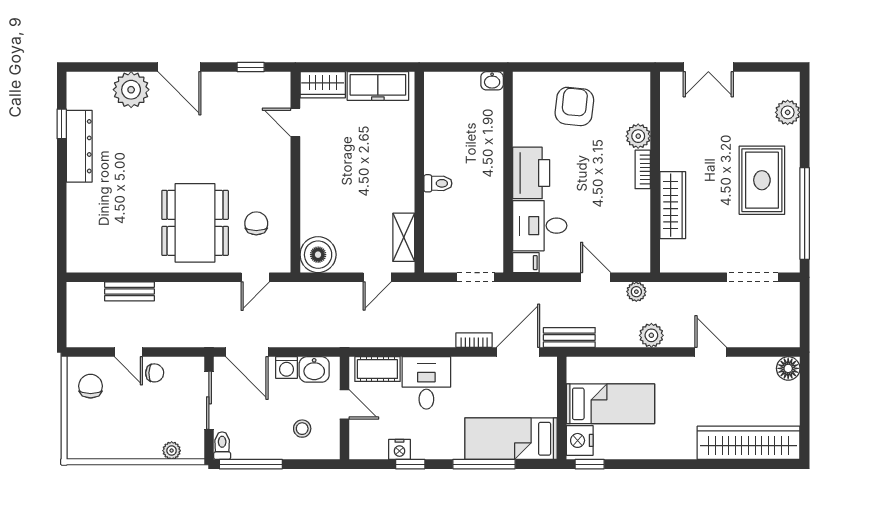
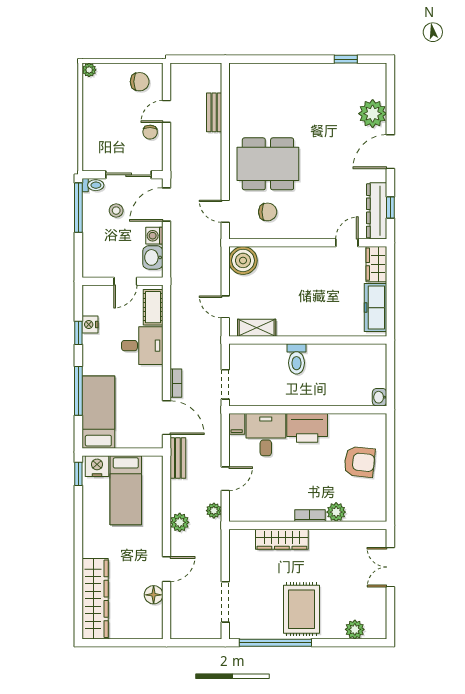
dresser: (79, 146) -> (377, 211), moved, turned 90
rug: (762, 180) -> (301, 609), turned 90
toilet: (438, 183) -> (297, 359), width x1.37, depth x1.39
floor lamp: (788, 368) -> (154, 595), moved
stool: (302, 429) -> (116, 211), moved
plant: (172, 451) -> (89, 70), moved

